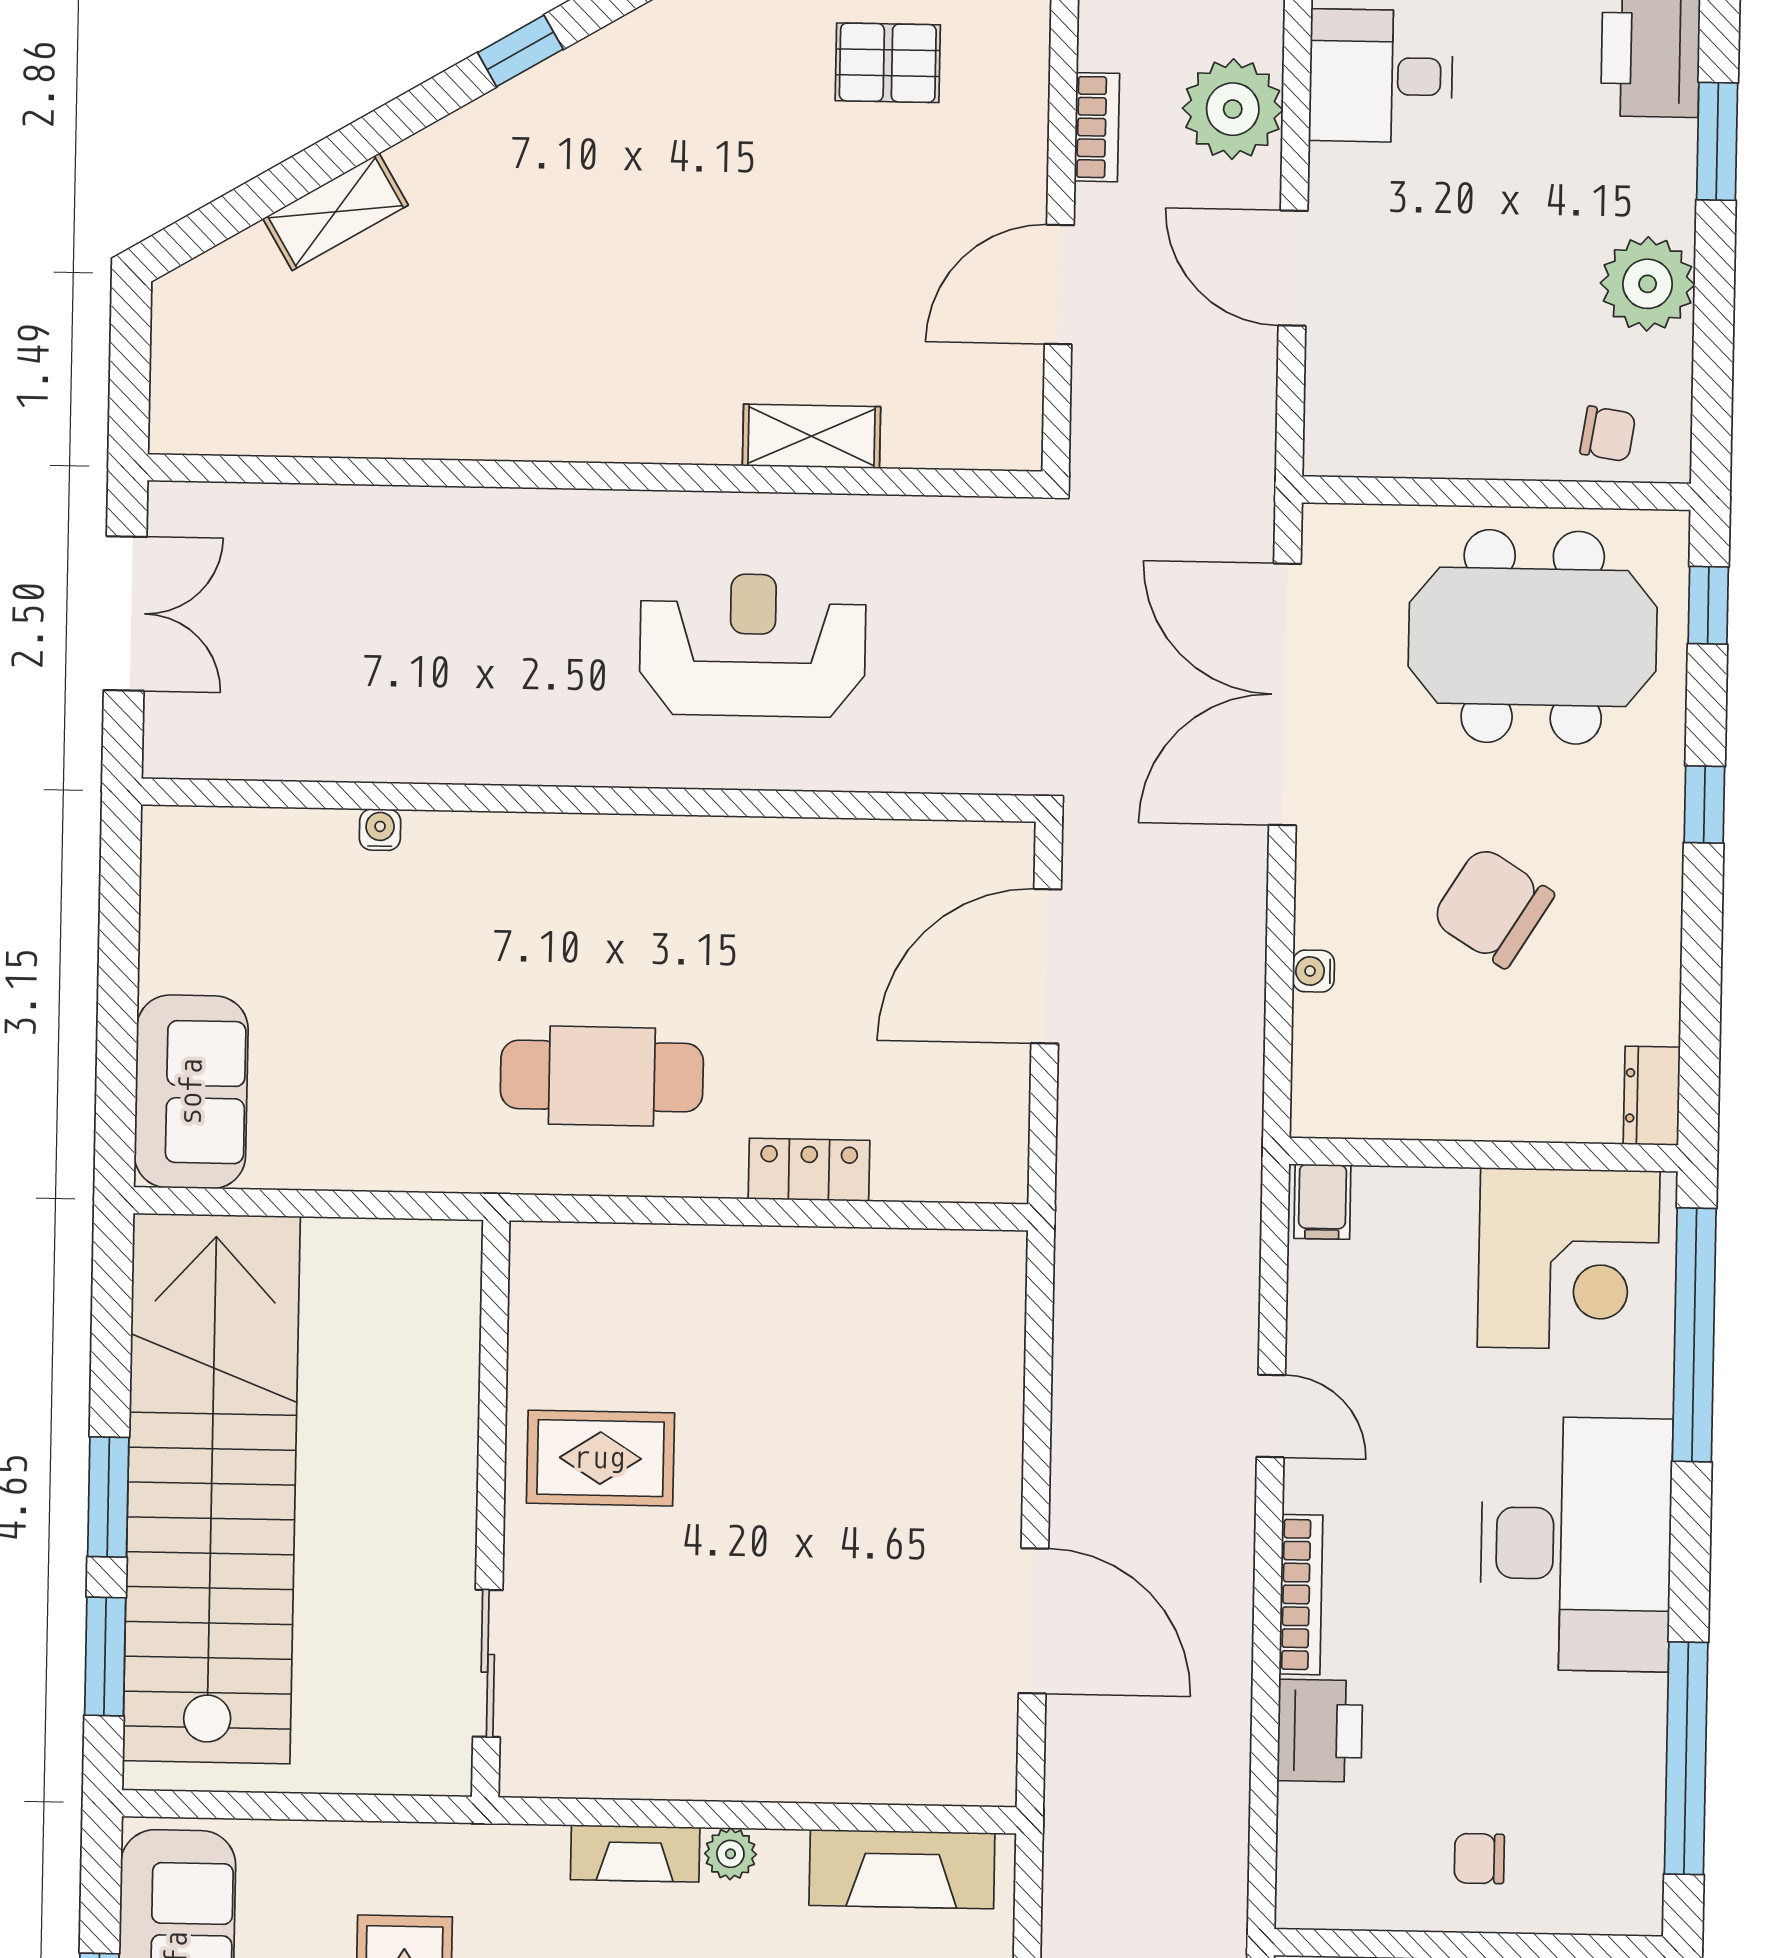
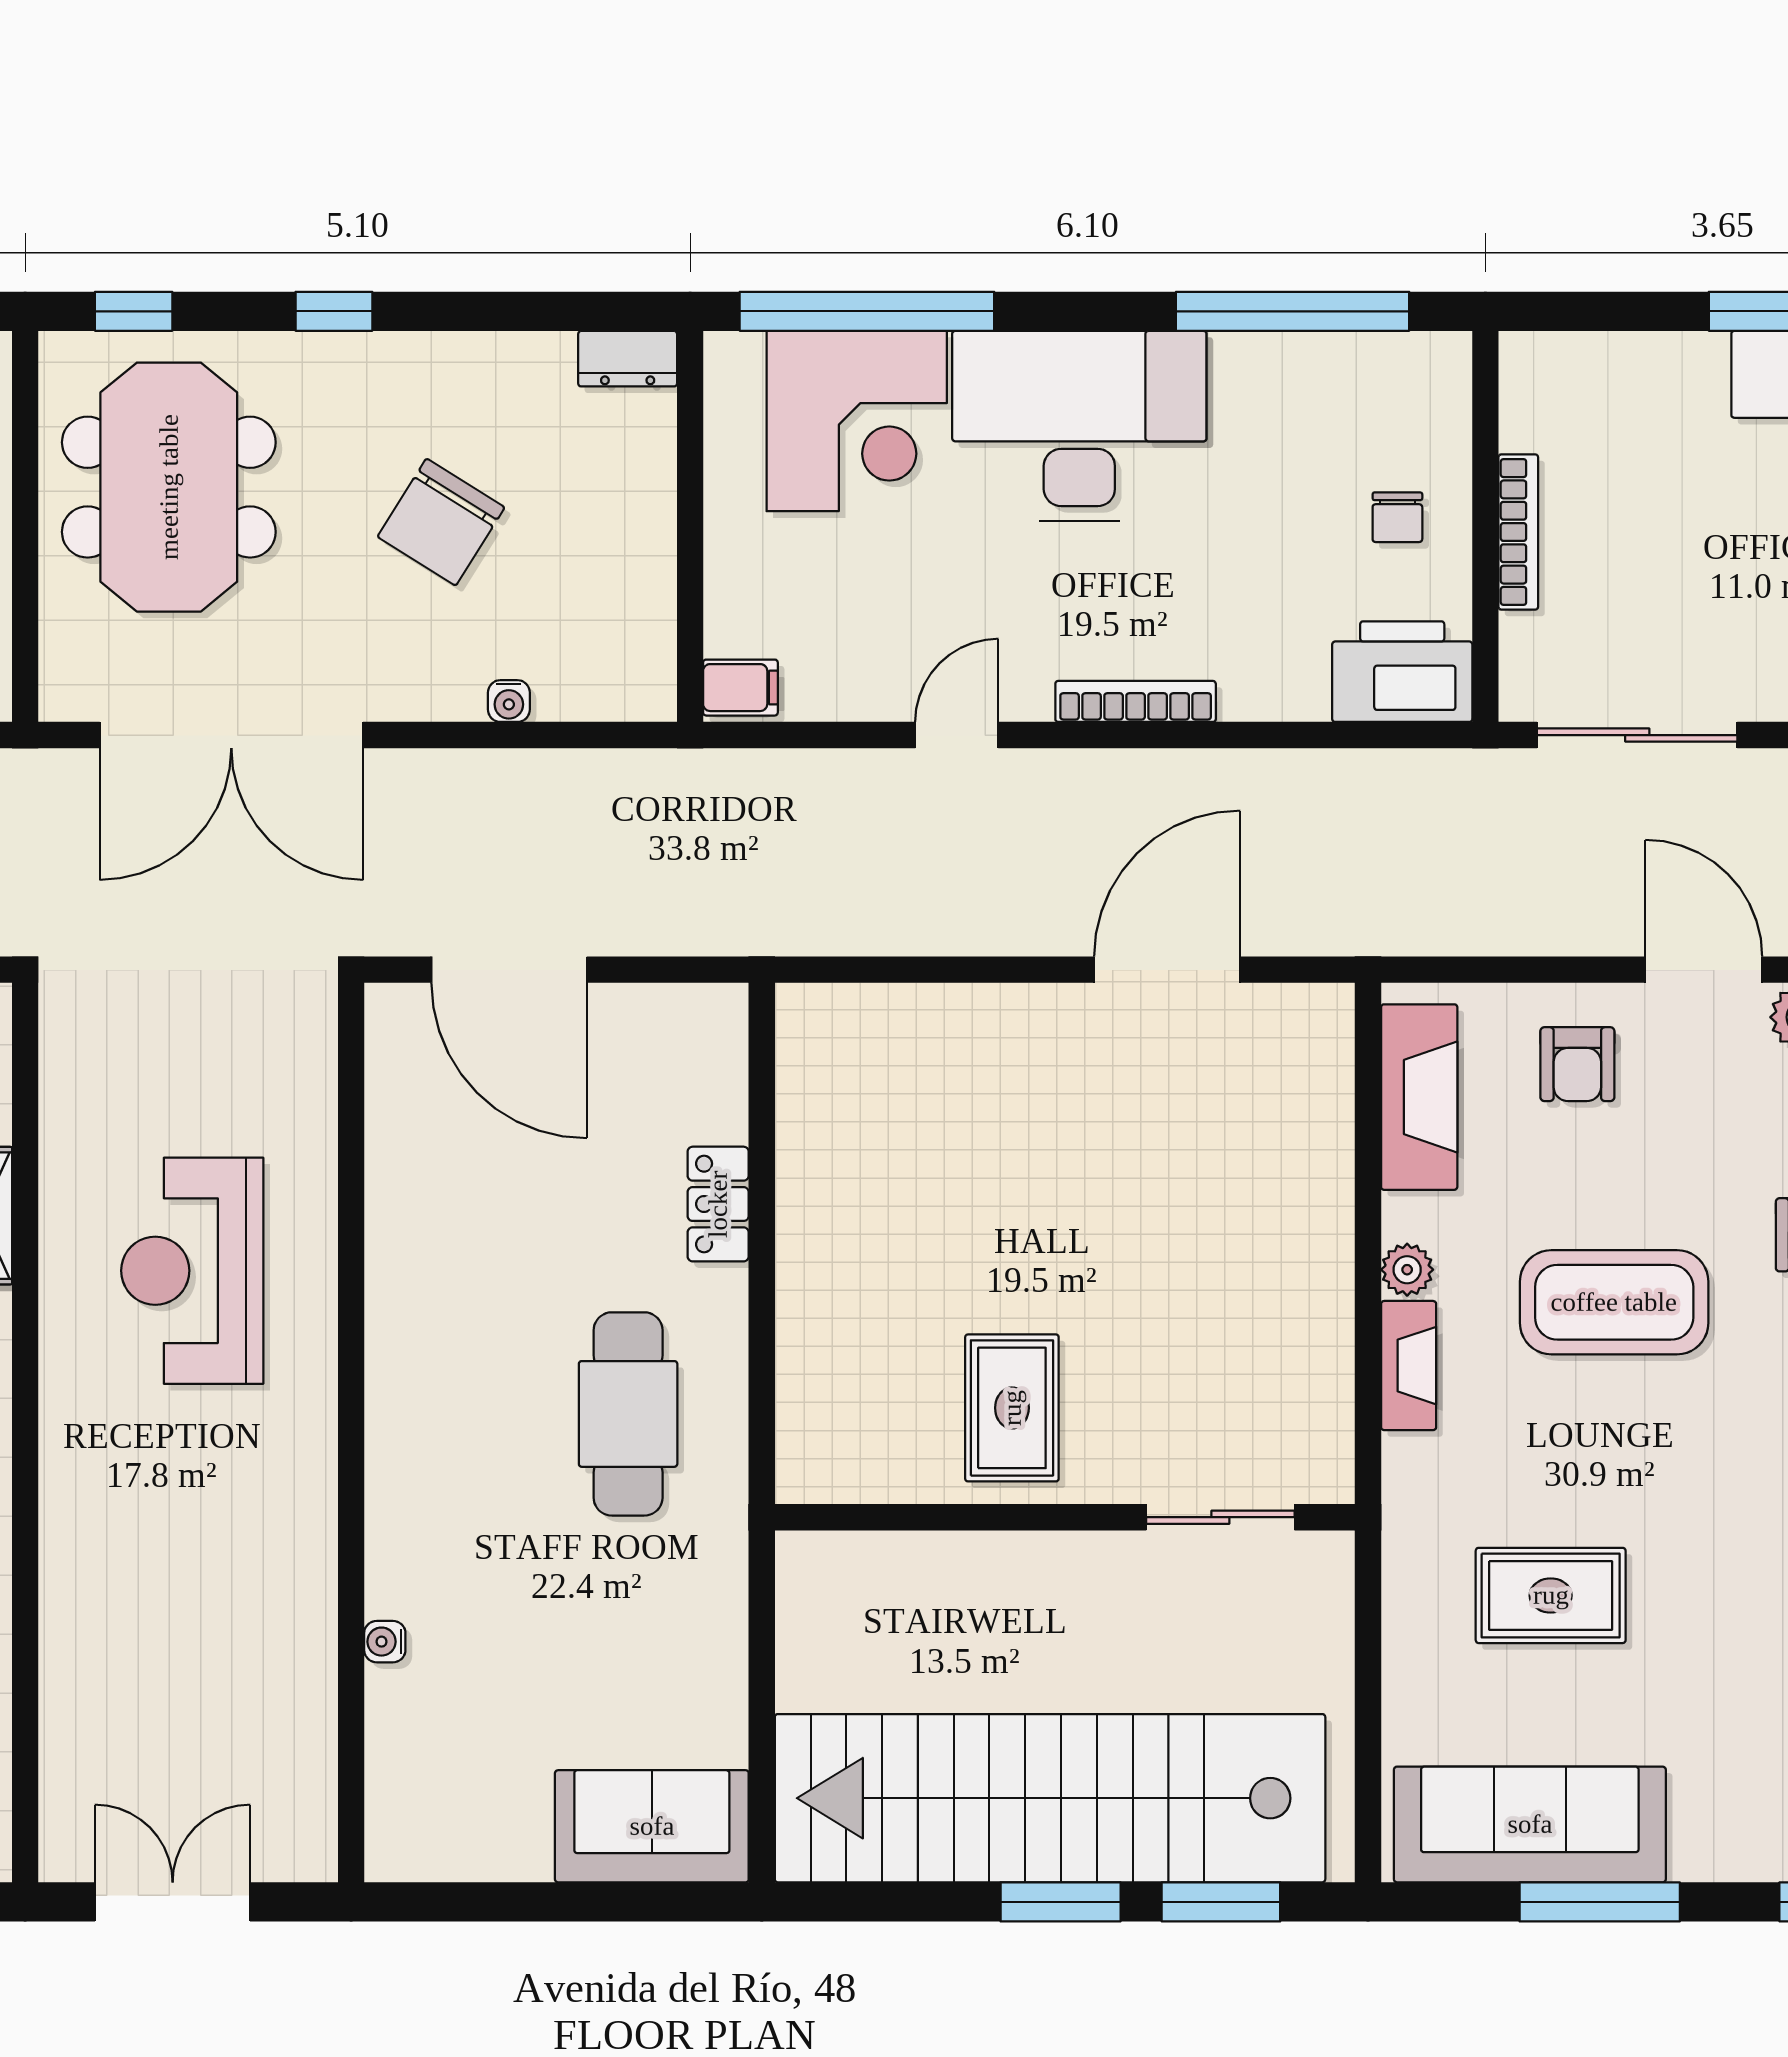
corner desk: (1569, 1259) -> (857, 421), moved, turned 90
printer: (1320, 1731) -> (1402, 672), moved, width x1.37, depth x1.19

